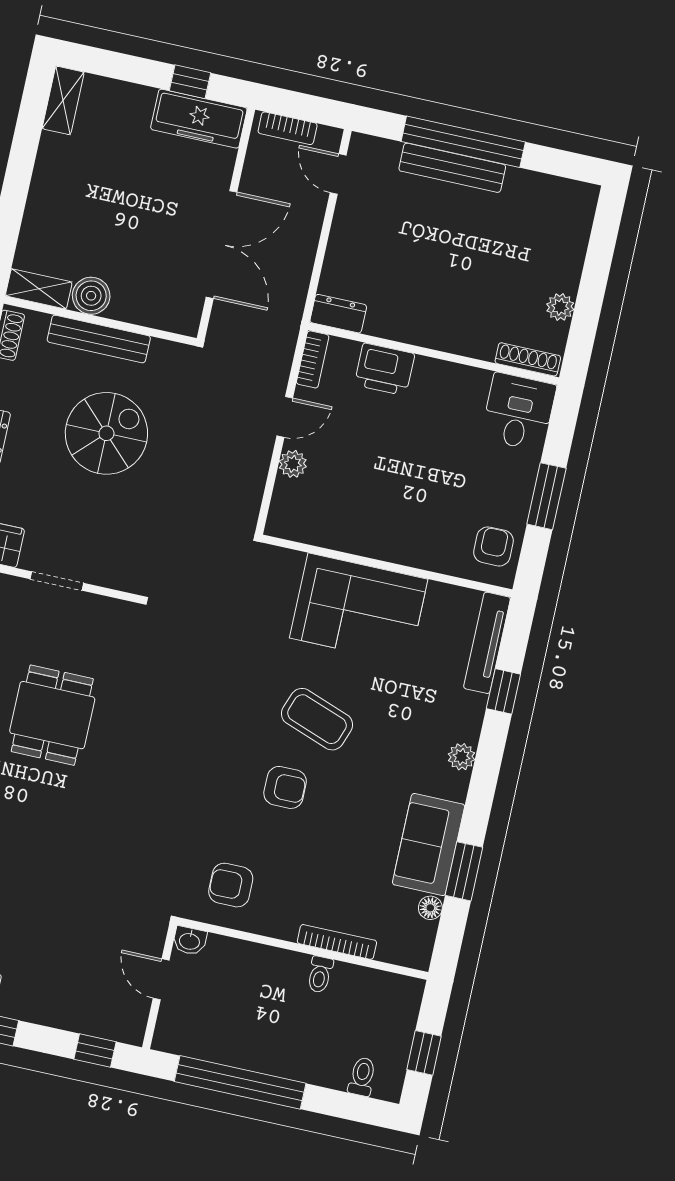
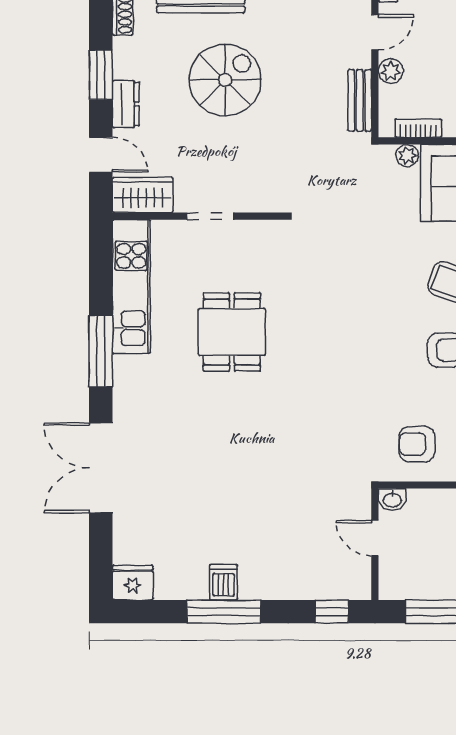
bench: (251, 489) -> (360, 100), added
bookcase: (309, 534) -> (418, 128), added
plant: (290, 562) -> (407, 156), added

